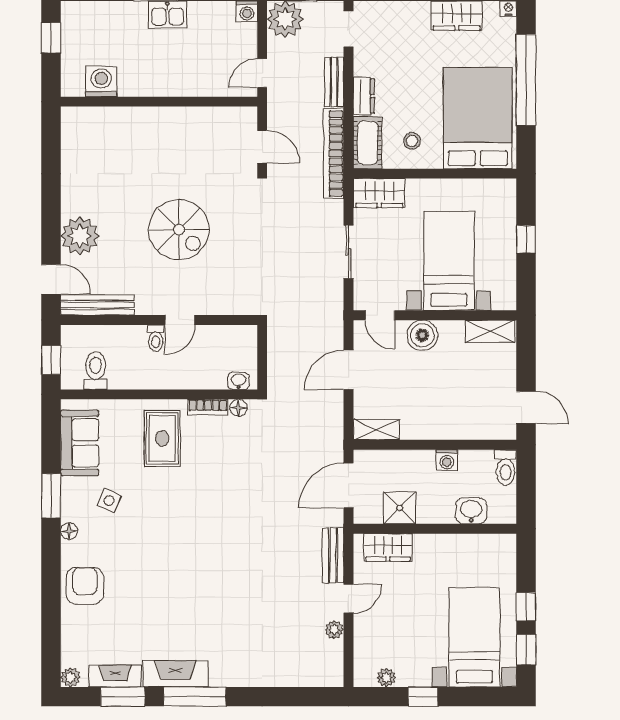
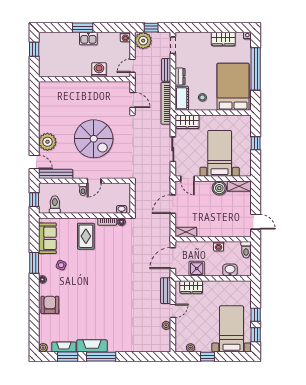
washing machine: (101, 81) -> (99, 70), moved
spiral stairs: (179, 230) -> (94, 139), width x1.37, depth x1.37
boiler: (422, 335) -> (219, 188), moved

